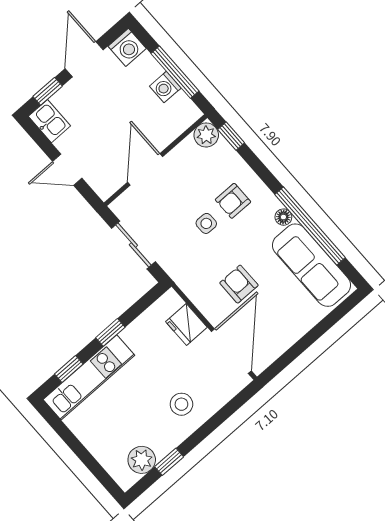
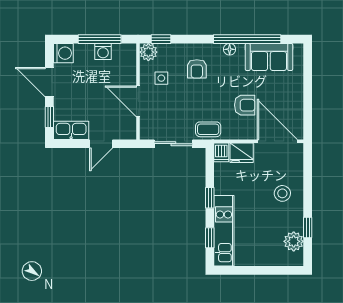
kitchen sink: (49, 121) -> (71, 130), width x1.38
side table: (206, 223) -> (161, 78), moved
sofa: (311, 265) -> (269, 57), width x0.73
coffee table: (180, 268) -> (208, 129), added
armchair: (239, 284) -> (245, 105), turned 180
dishwasher: (168, 303) -> (221, 152), added

